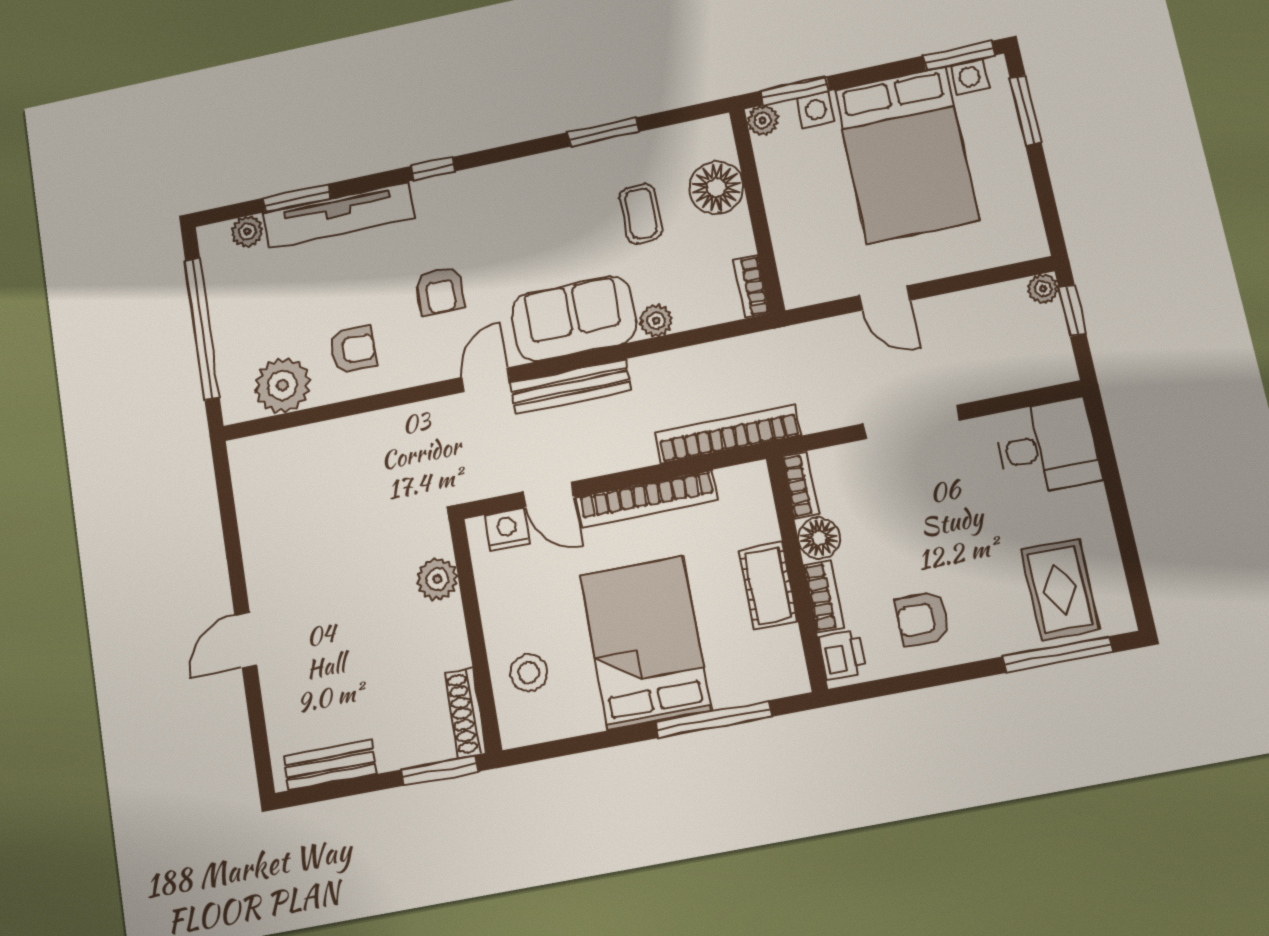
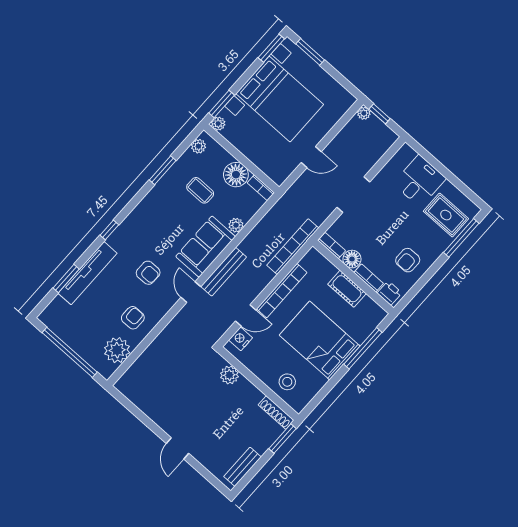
floor lamp: (716, 188) -> (236, 175), moved
plant: (247, 232) -> (199, 146), moved
desk: (1047, 447) -> (420, 181), moved

